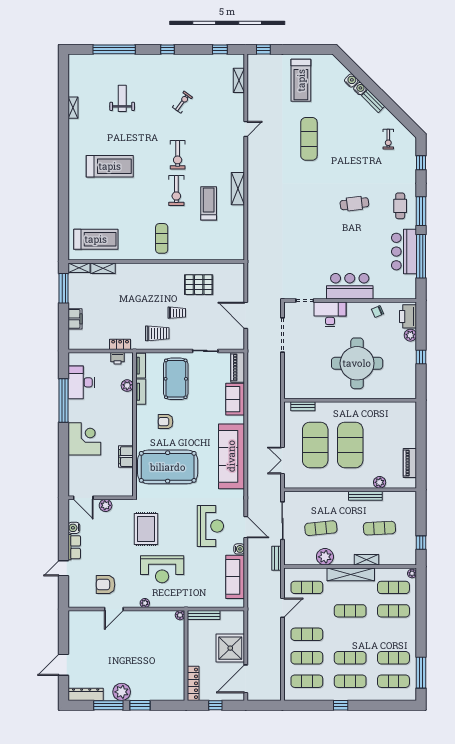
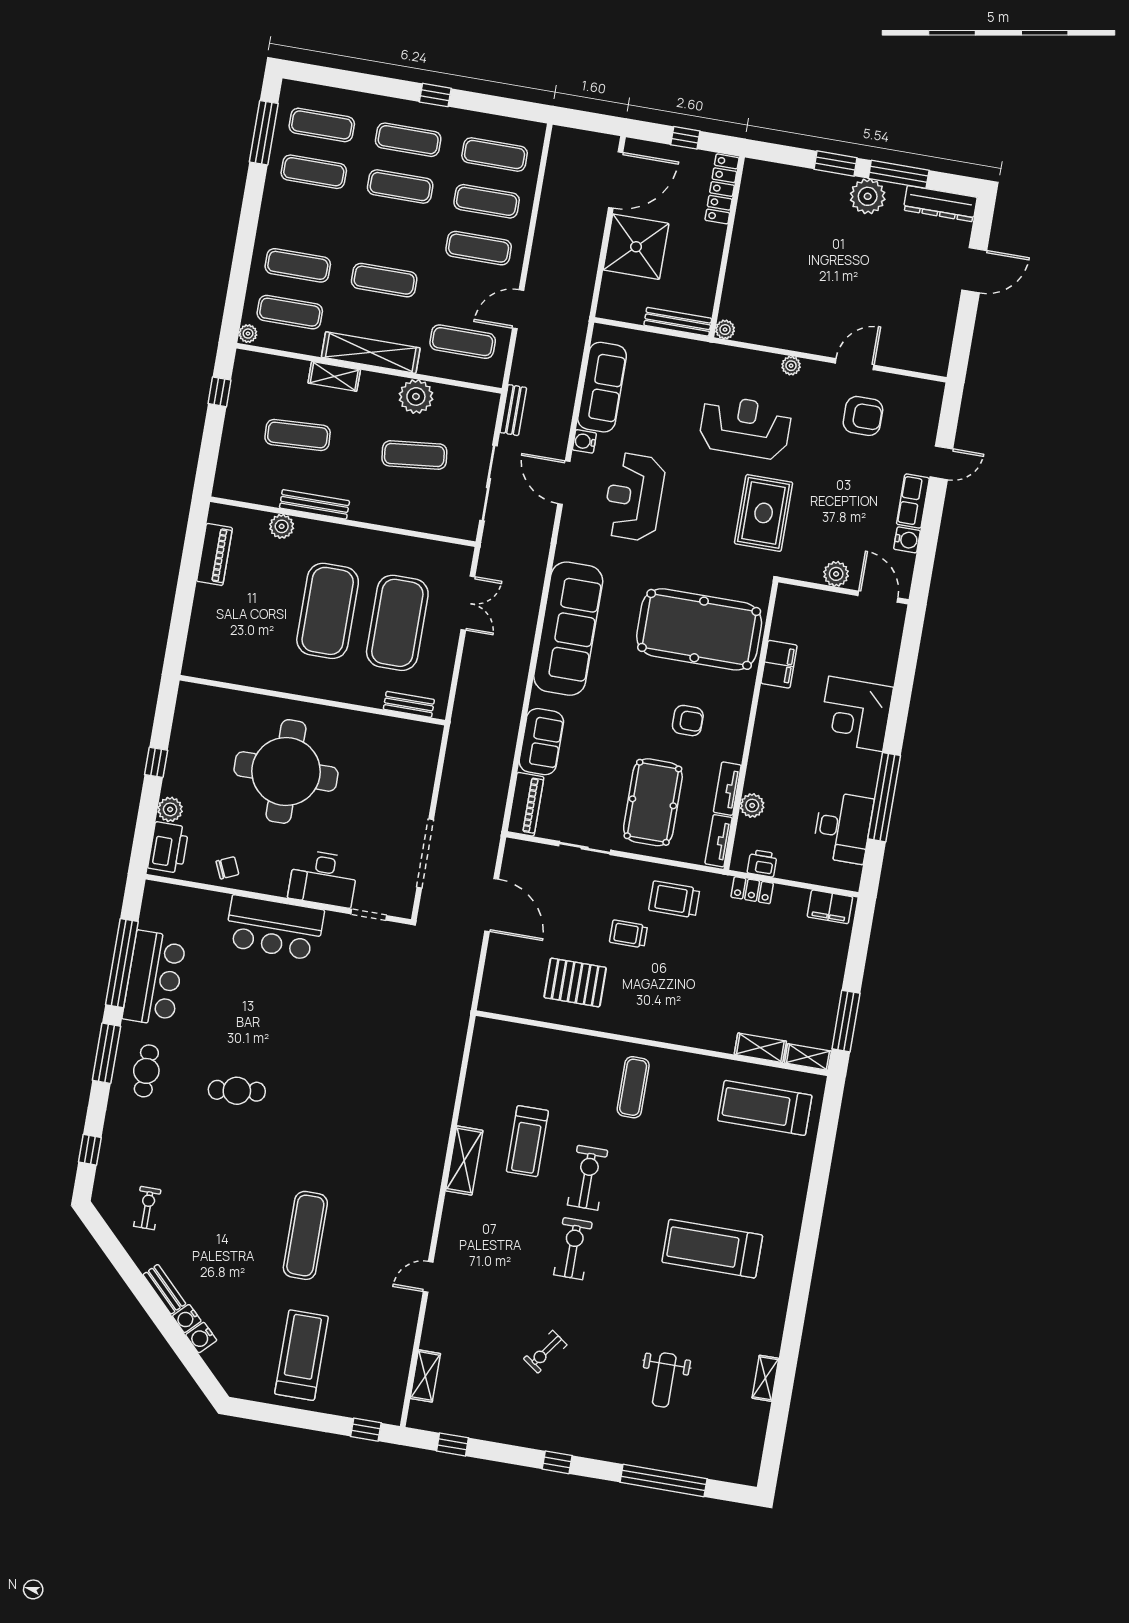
filing cabinet: (75, 319) -> (830, 907), moved, turned -90

